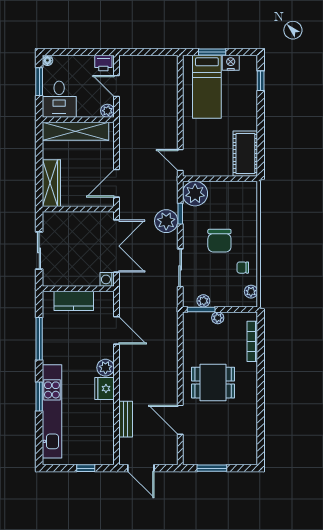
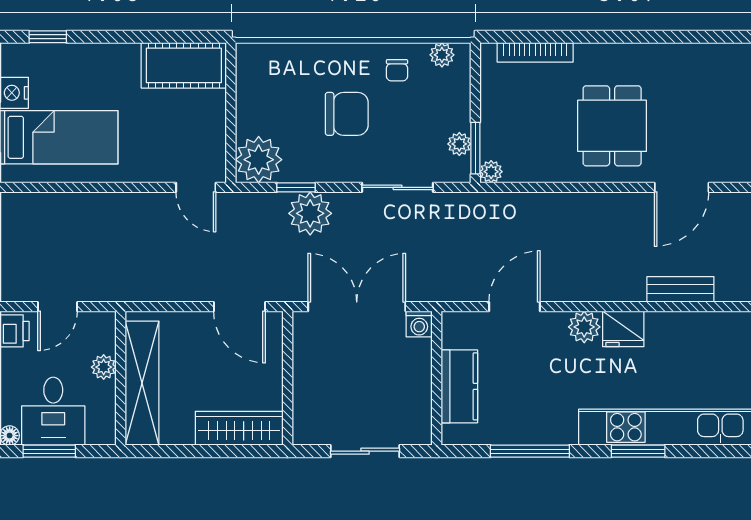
desk: (59, 99) -> (53, 411), moved, turned 90
plant: (107, 111) -> (104, 367), moved
door: (180, 160) -> (196, 187), hinge flipped
plant: (218, 318) -> (491, 172), moved

